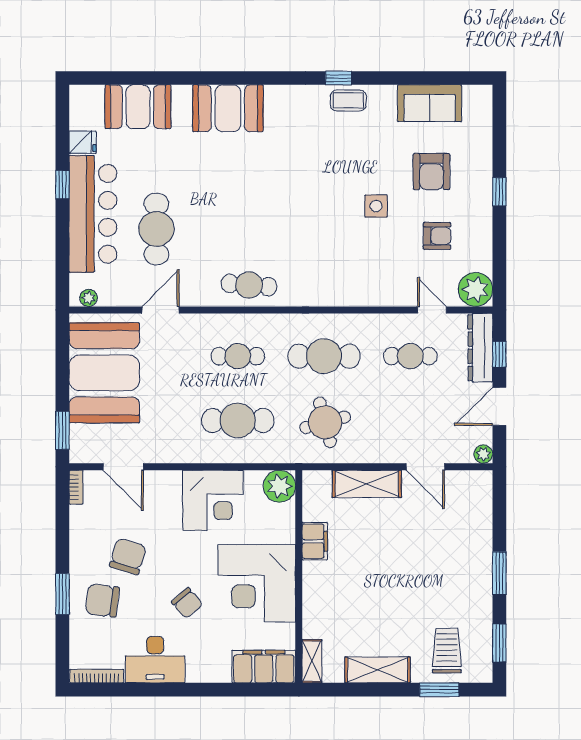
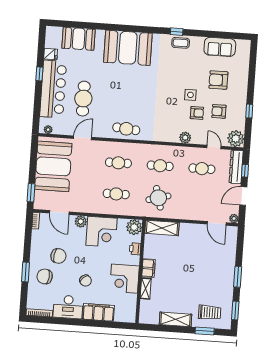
booth: (228, 108) -> (128, 48), width x1.36, depth x1.42
armchair: (431, 172) -> (218, 80), turned 90
window: (499, 192) -> (249, 111), moved
armchair: (437, 236) -> (219, 111), turned 180
armchair: (392, 242) -> (197, 113), added
plant: (371, 295) -> (185, 138), added
cafe table: (324, 356) -> (160, 166), width x0.73, depth x0.74
cafe table: (238, 420) -> (116, 194), width x0.73, depth x0.74
door: (425, 467) -> (217, 223), moved
plant: (169, 482) -> (81, 222), added
shelving: (367, 484) -> (162, 228), moved
printer: (284, 530) -> (135, 249), added
filing cabinet: (315, 541) -> (148, 268), moved
chair: (128, 556) -> (58, 256), turned 81
corner desk: (257, 583) -> (125, 279), width x0.74, depth x0.74
trolley: (447, 651) -> (210, 312), turned 90
shelving: (312, 661) -> (146, 289), moved
filing cabinet: (264, 667) -> (98, 312), moved

